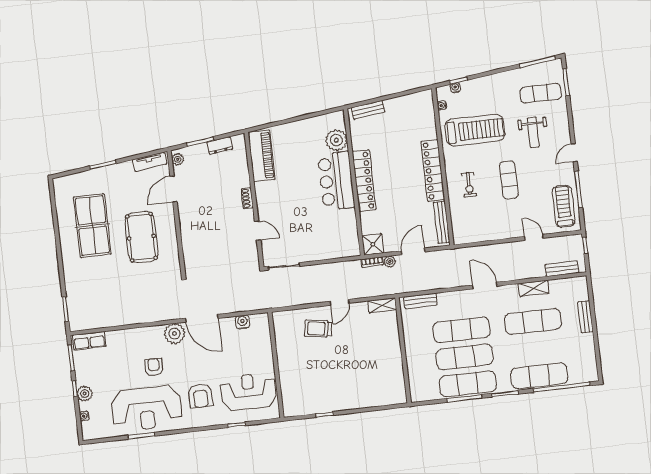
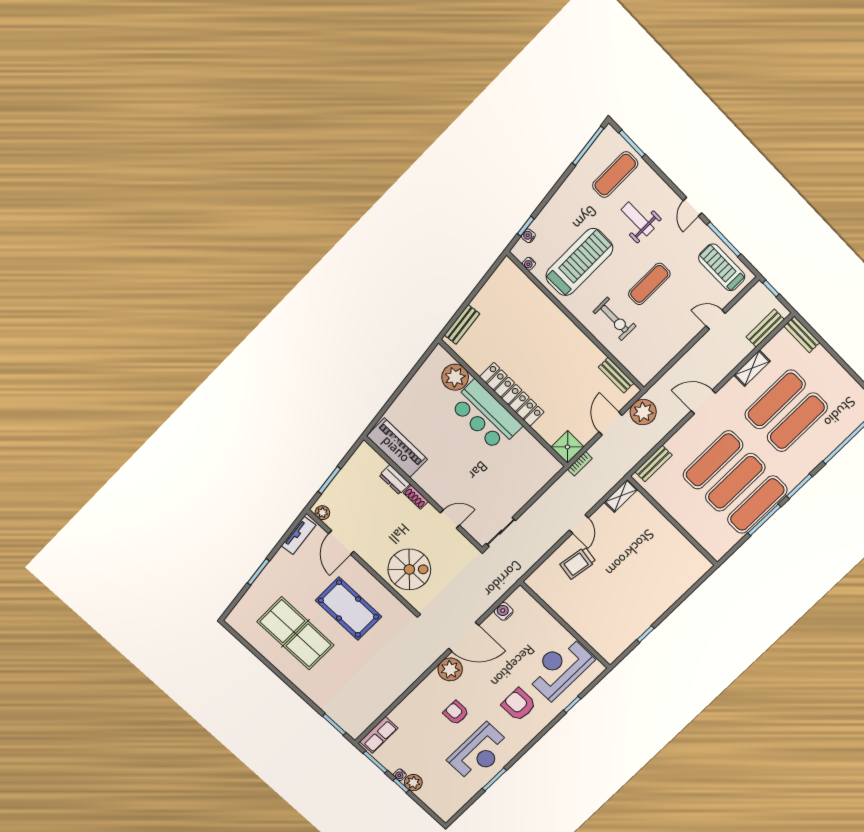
weight bench: (533, 132) -> (638, 219), turned 180
dresser: (220, 146) -> (395, 480), moved, turned 97
locker: (433, 171) -> (569, 333), removed
exercise mat: (509, 180) -> (649, 284), turned 90
exercise bike: (469, 185) -> (614, 319), width x1.38, depth x1.39
bench: (442, 222) -> (616, 375), width x0.73
spiral stairs: (203, 243) -> (409, 569), added
plant: (390, 262) -> (643, 412), moved, width x1.87, depth x1.87
bench: (585, 317) -> (802, 334), moved
exercise mat: (539, 376) -> (797, 422), moved
armchair: (201, 396) -> (519, 705), turned 180
reception desk: (147, 408) -> (479, 752), width x0.74, depth x0.77
water cooler: (84, 416) -> (400, 775), moved

